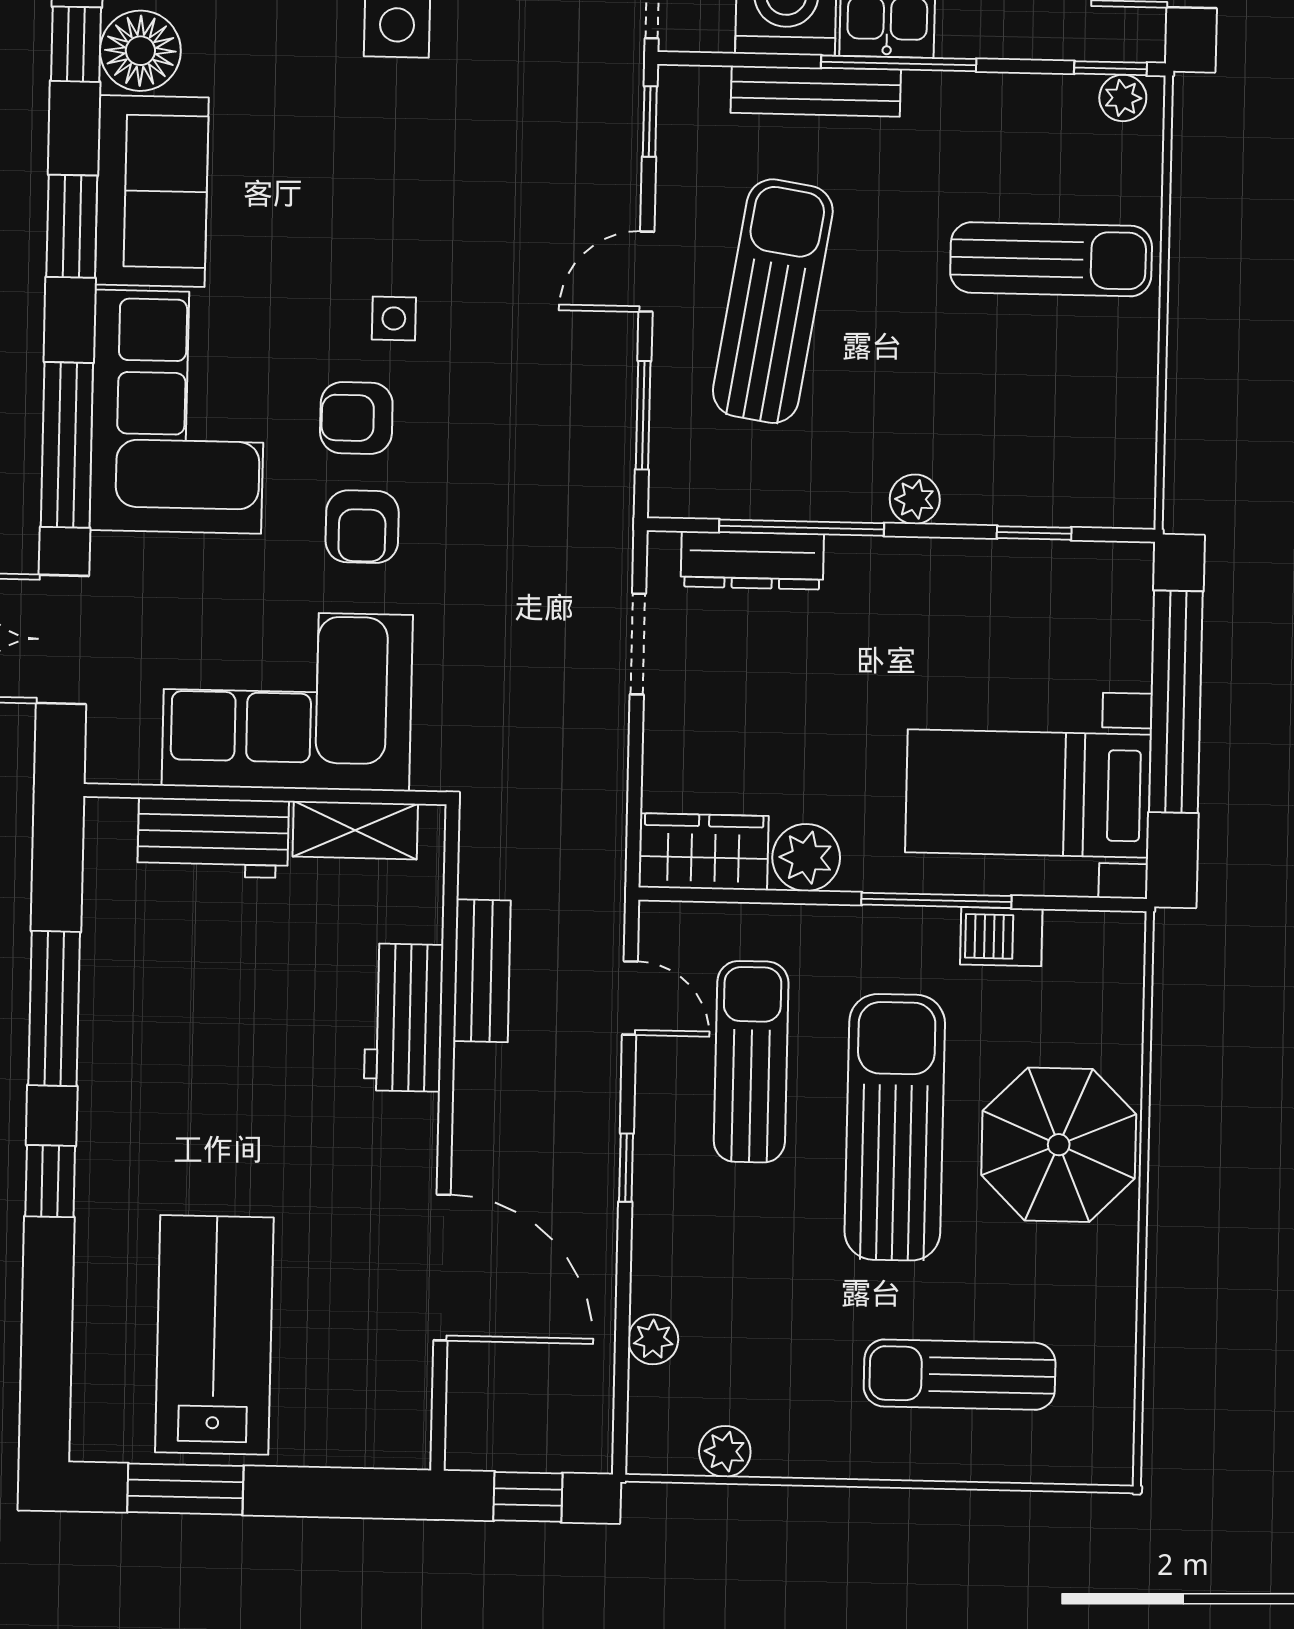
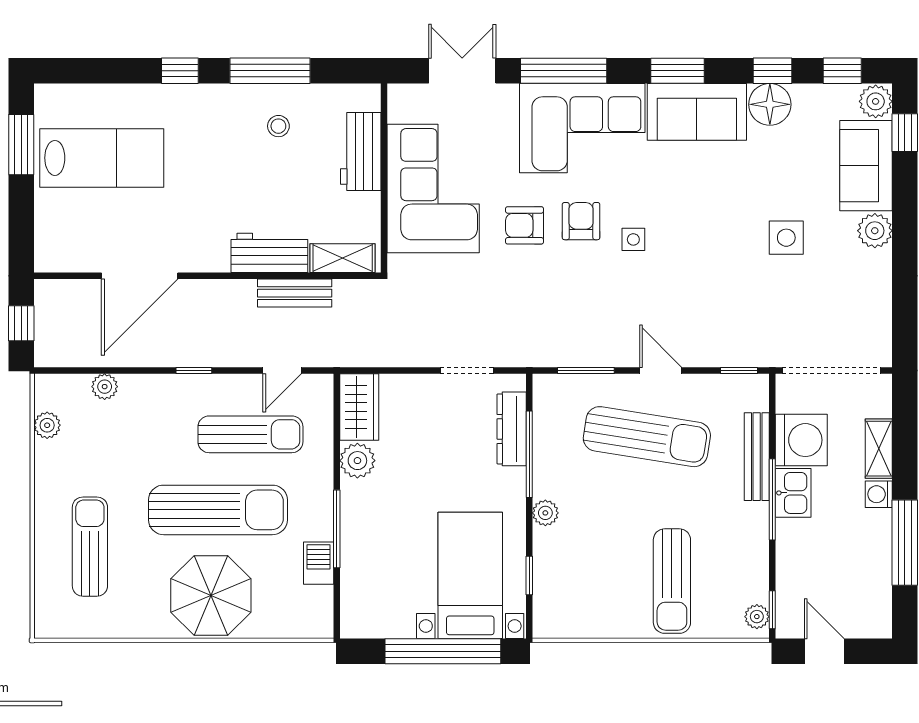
bed with nightstands: (1028, 794) -> (470, 575), moved
shelving: (355, 830) -> (343, 258), moved, turned 90
stool: (161, 995) -> (278, 126), added

